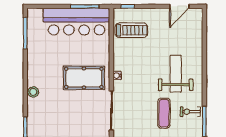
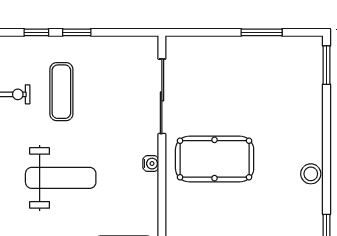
weight bench: (176, 74) -> (61, 178), moved, turned -90
stool: (33, 92) -> (311, 174), moved

